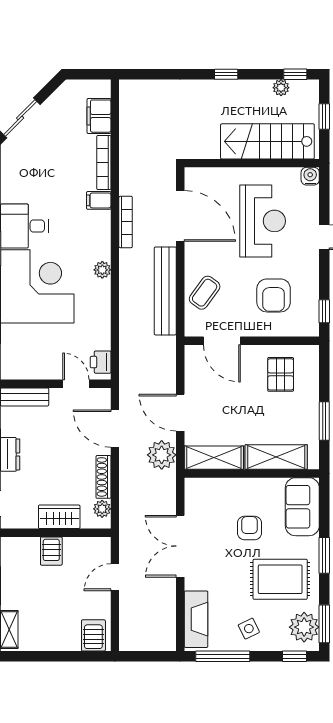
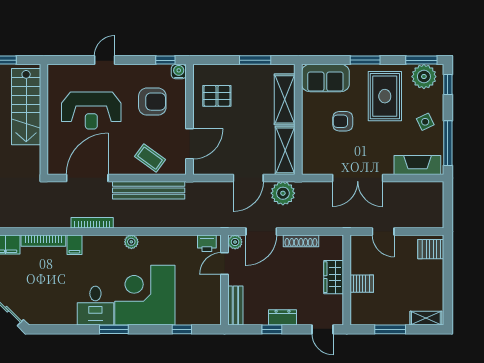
water cooler: (310, 176) -> (179, 72), moved, turned 90
reception desk: (263, 221) -> (91, 111), turned 180
plant: (102, 509) -> (235, 242), moved

